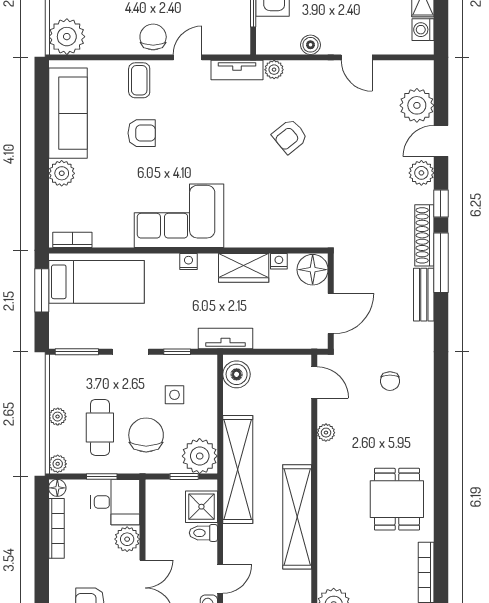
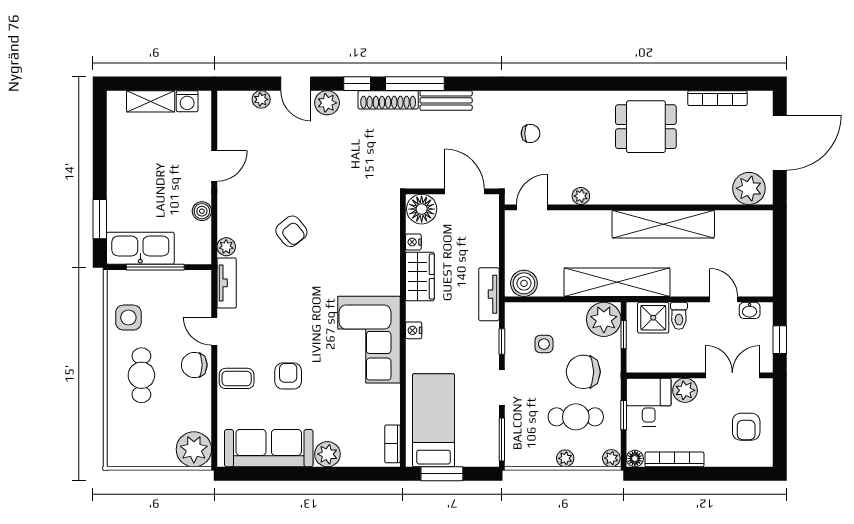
plant: (417, 105) -> (261, 99), width x0.53, depth x0.53

